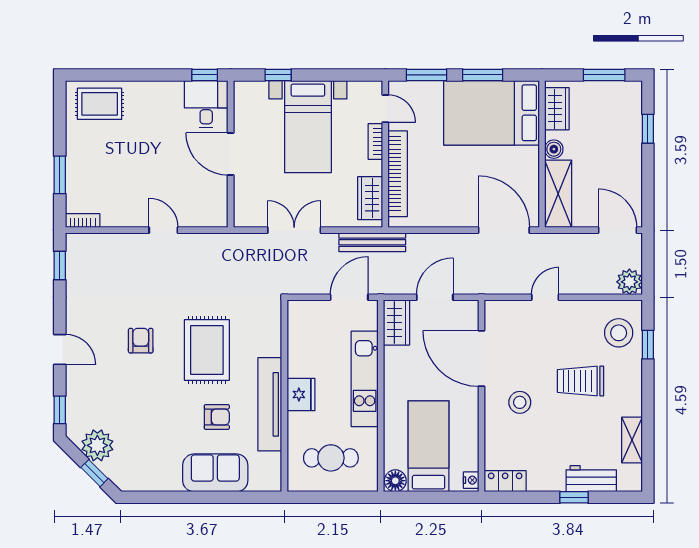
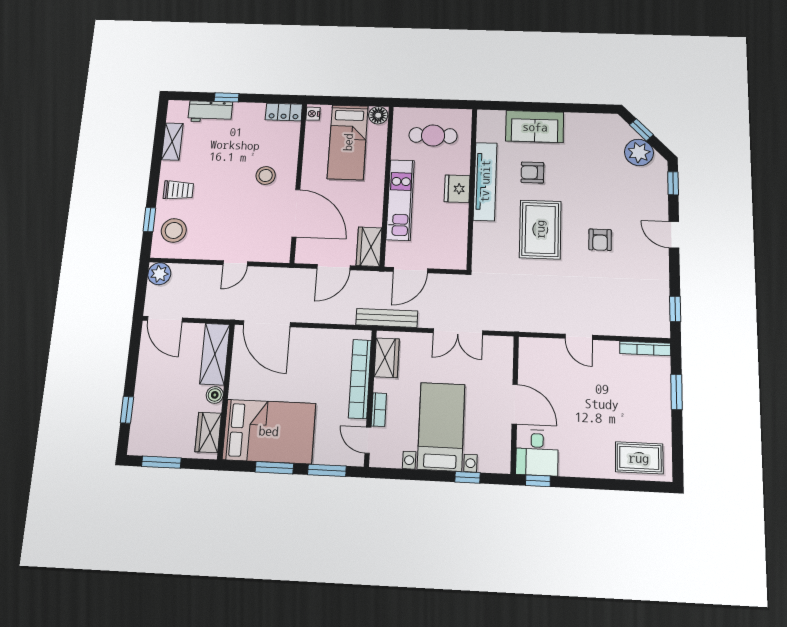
bookcase: (83, 221) -> (645, 348), width x1.56
trolley: (581, 381) -> (178, 190), moved, width x0.73, depth x0.72

